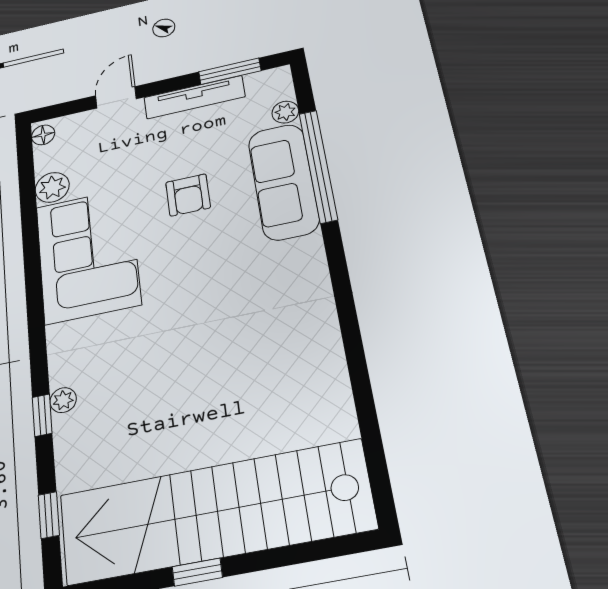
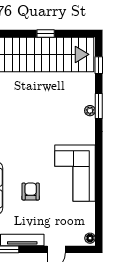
plant: (52, 187) -> (88, 210), removed
window: (42, 415) -> (99, 106), width x1.50

